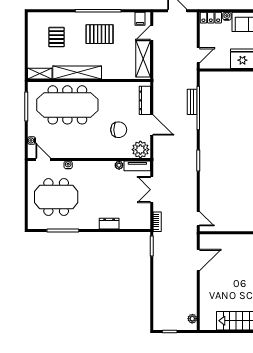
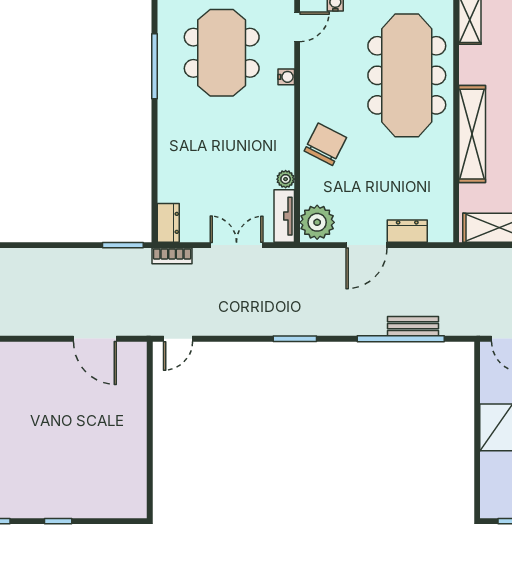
shelving: (77, 72) -> (472, 134), moved
dresser: (145, 100) -> (407, 231), width x0.70
chair: (119, 130) -> (325, 144), moved, turned -153
dresser: (109, 224) -> (168, 223), moved

